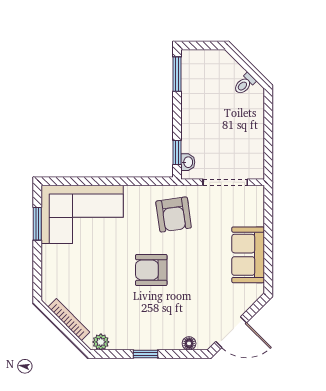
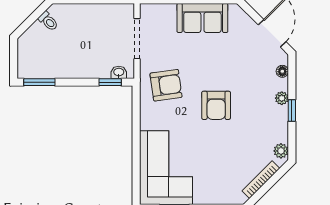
plant: (159, 343) -> (282, 98), added

